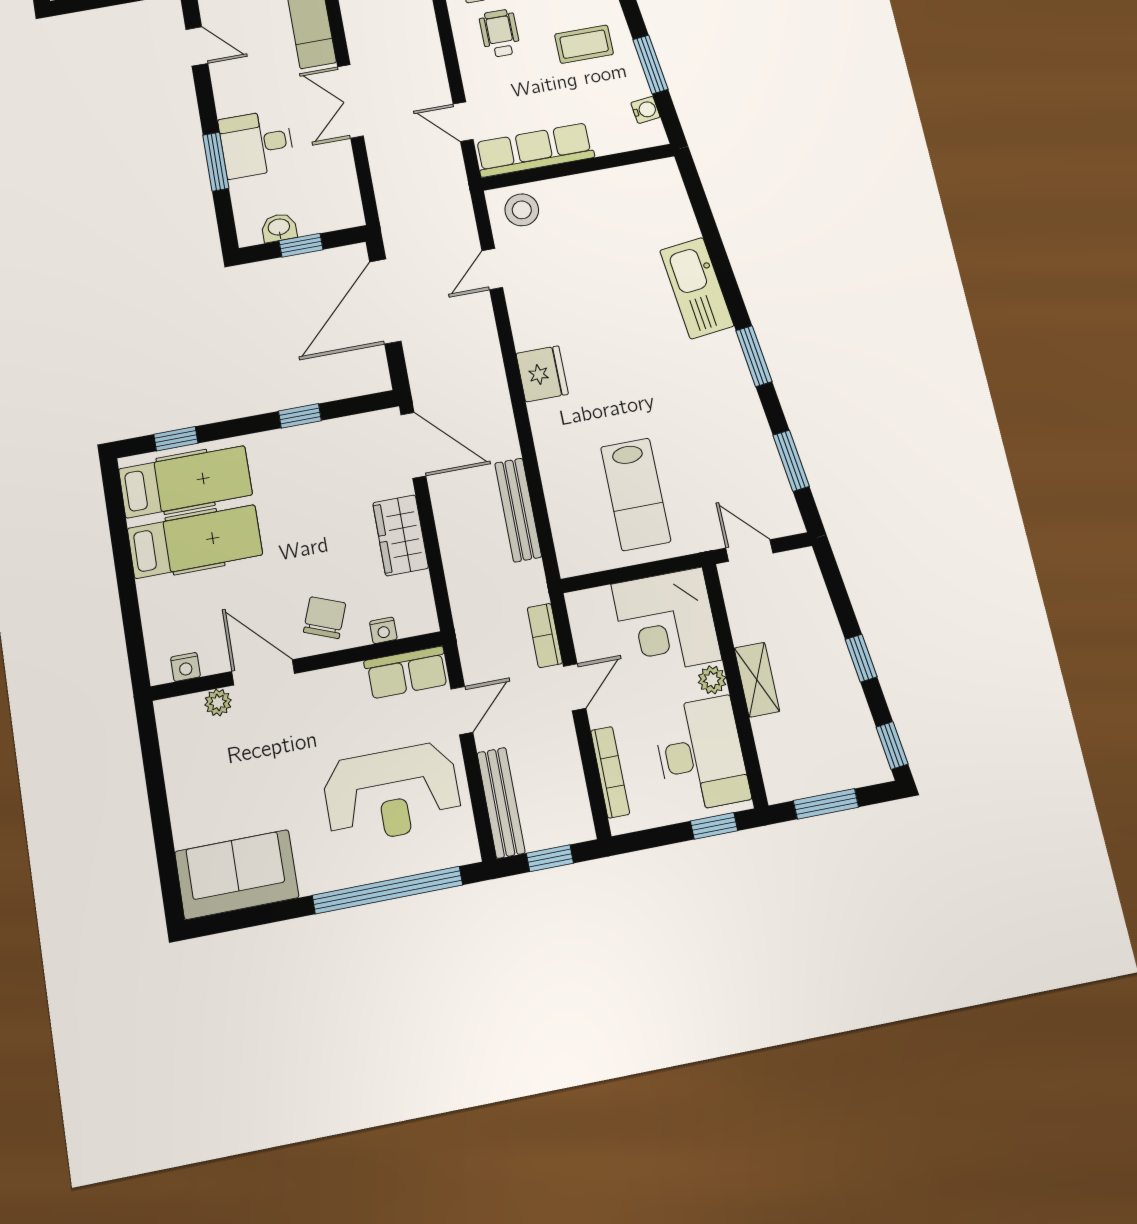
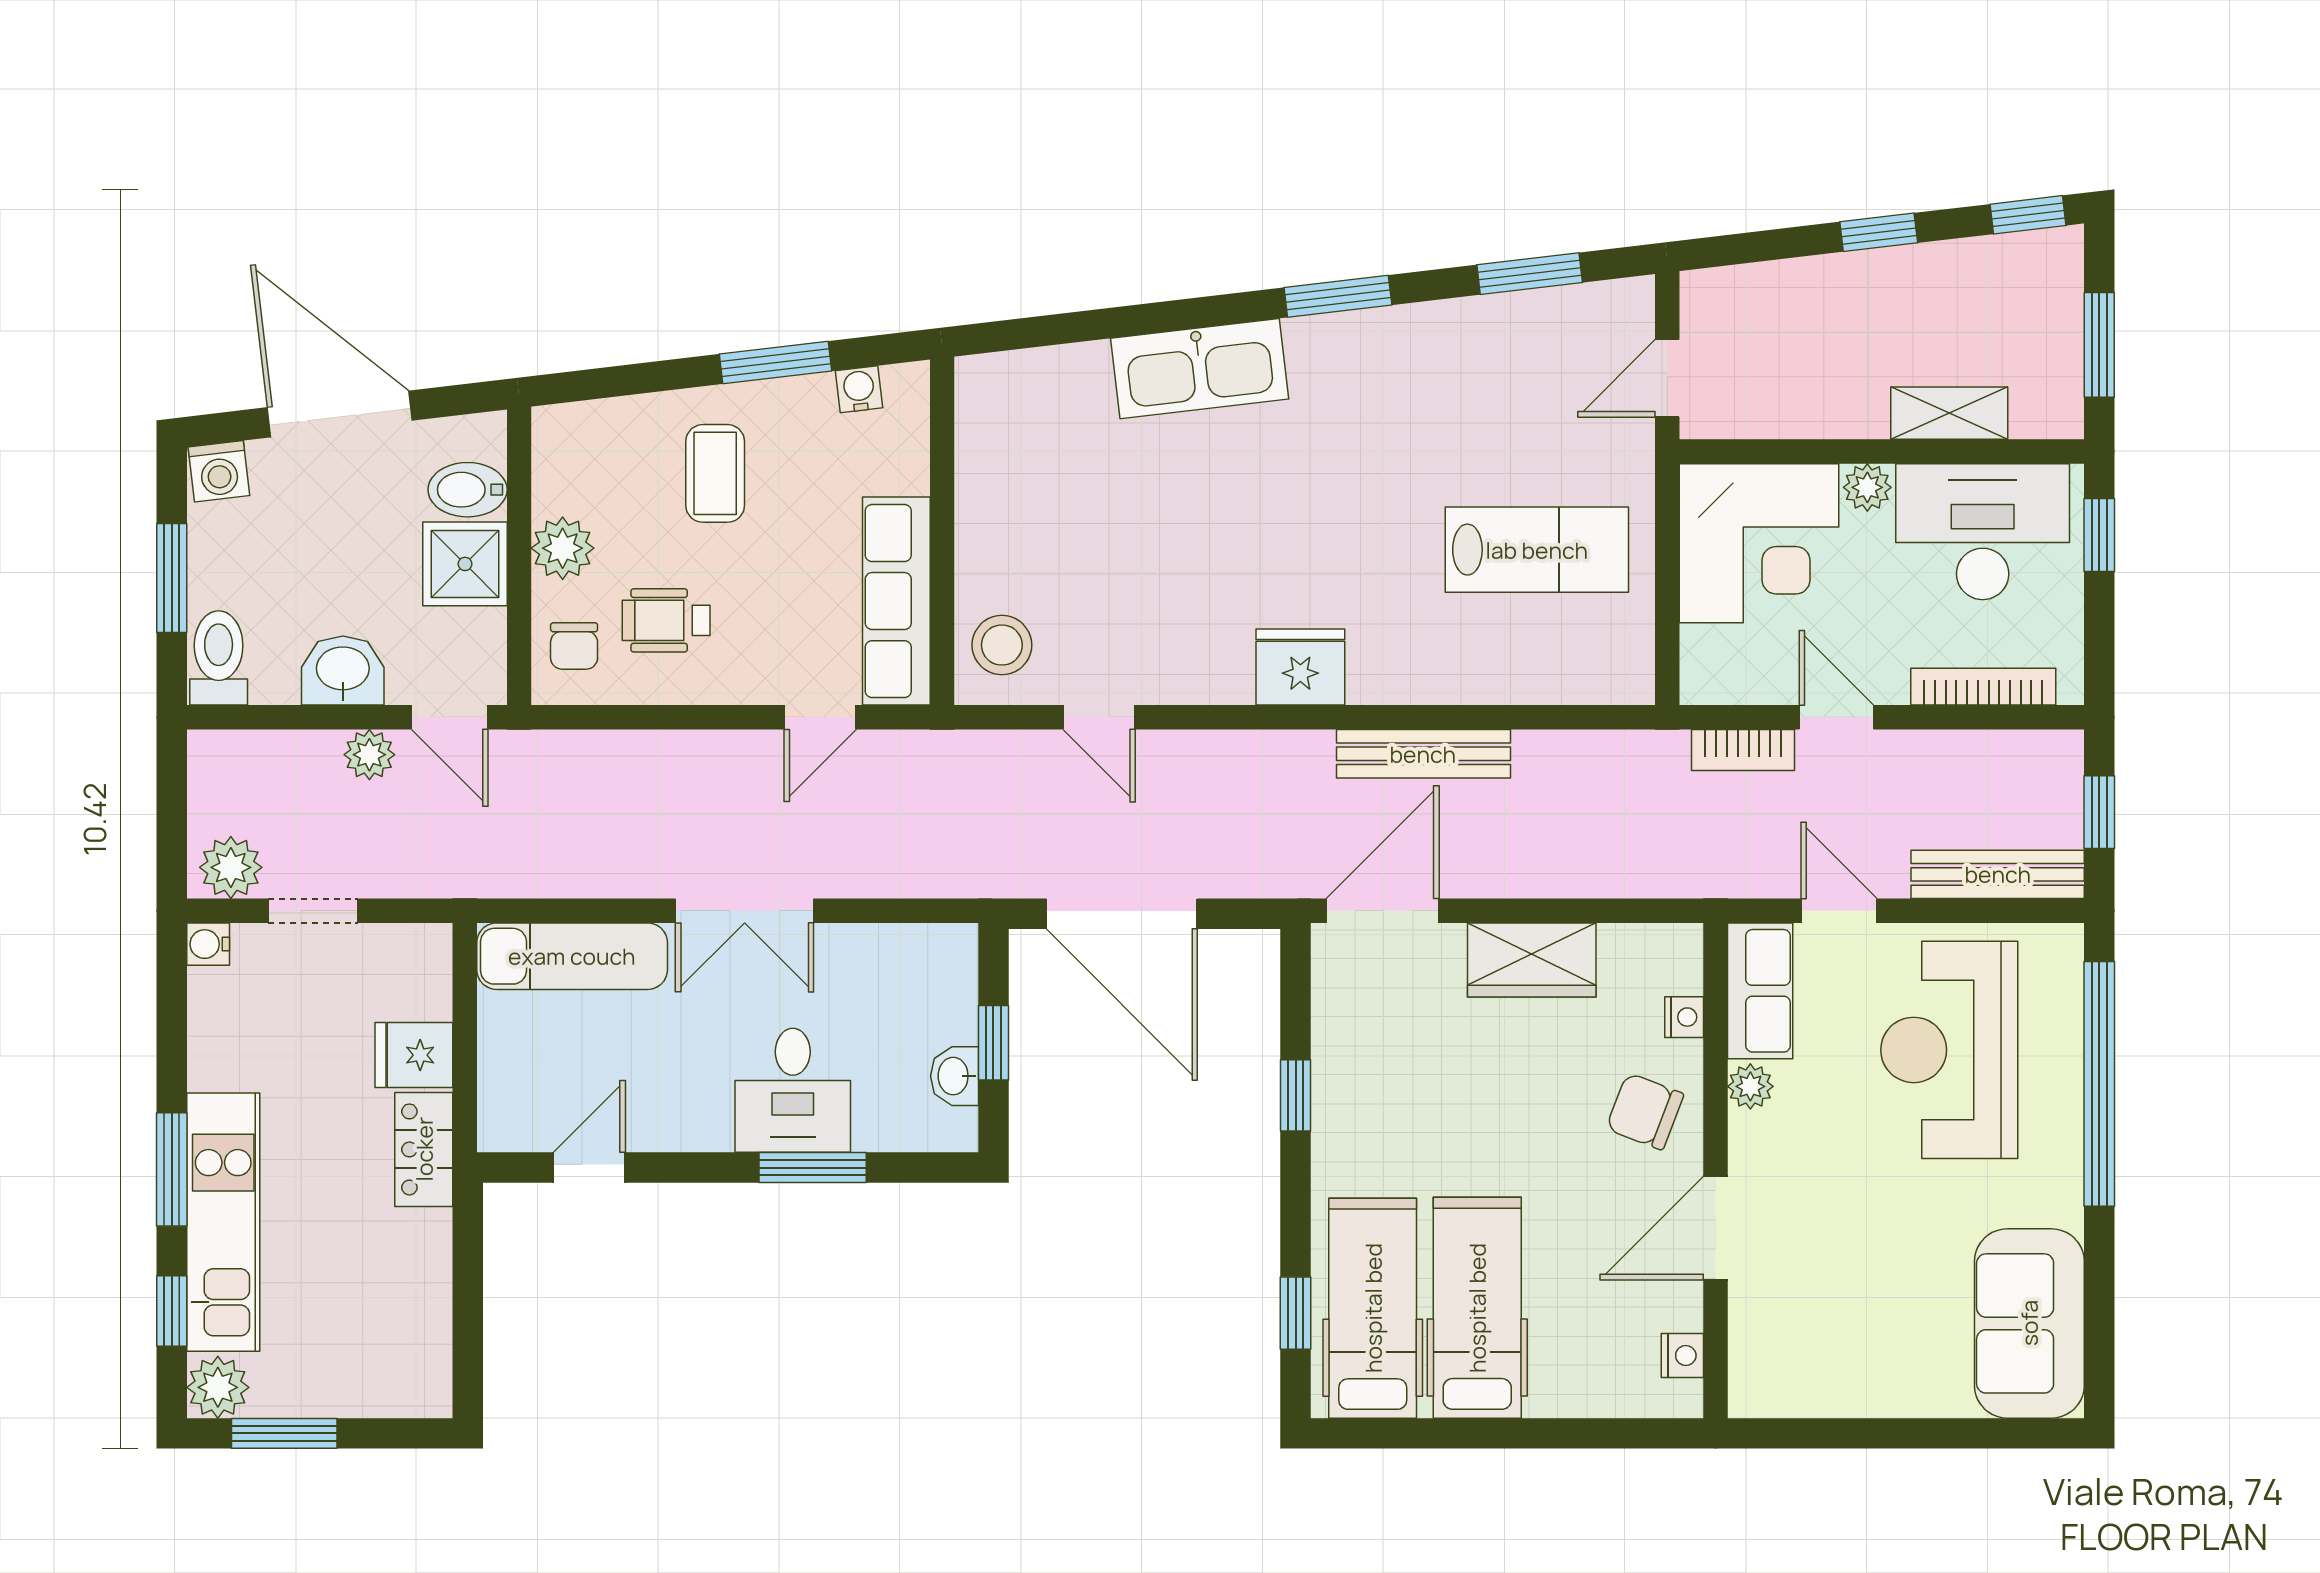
bench: (518, 510) -> (1423, 754), moved
shelving: (757, 680) -> (1949, 413), moved
plant: (218, 702) -> (1750, 1086), moved
reception desk: (392, 793) -> (1949, 1050), turned 180

